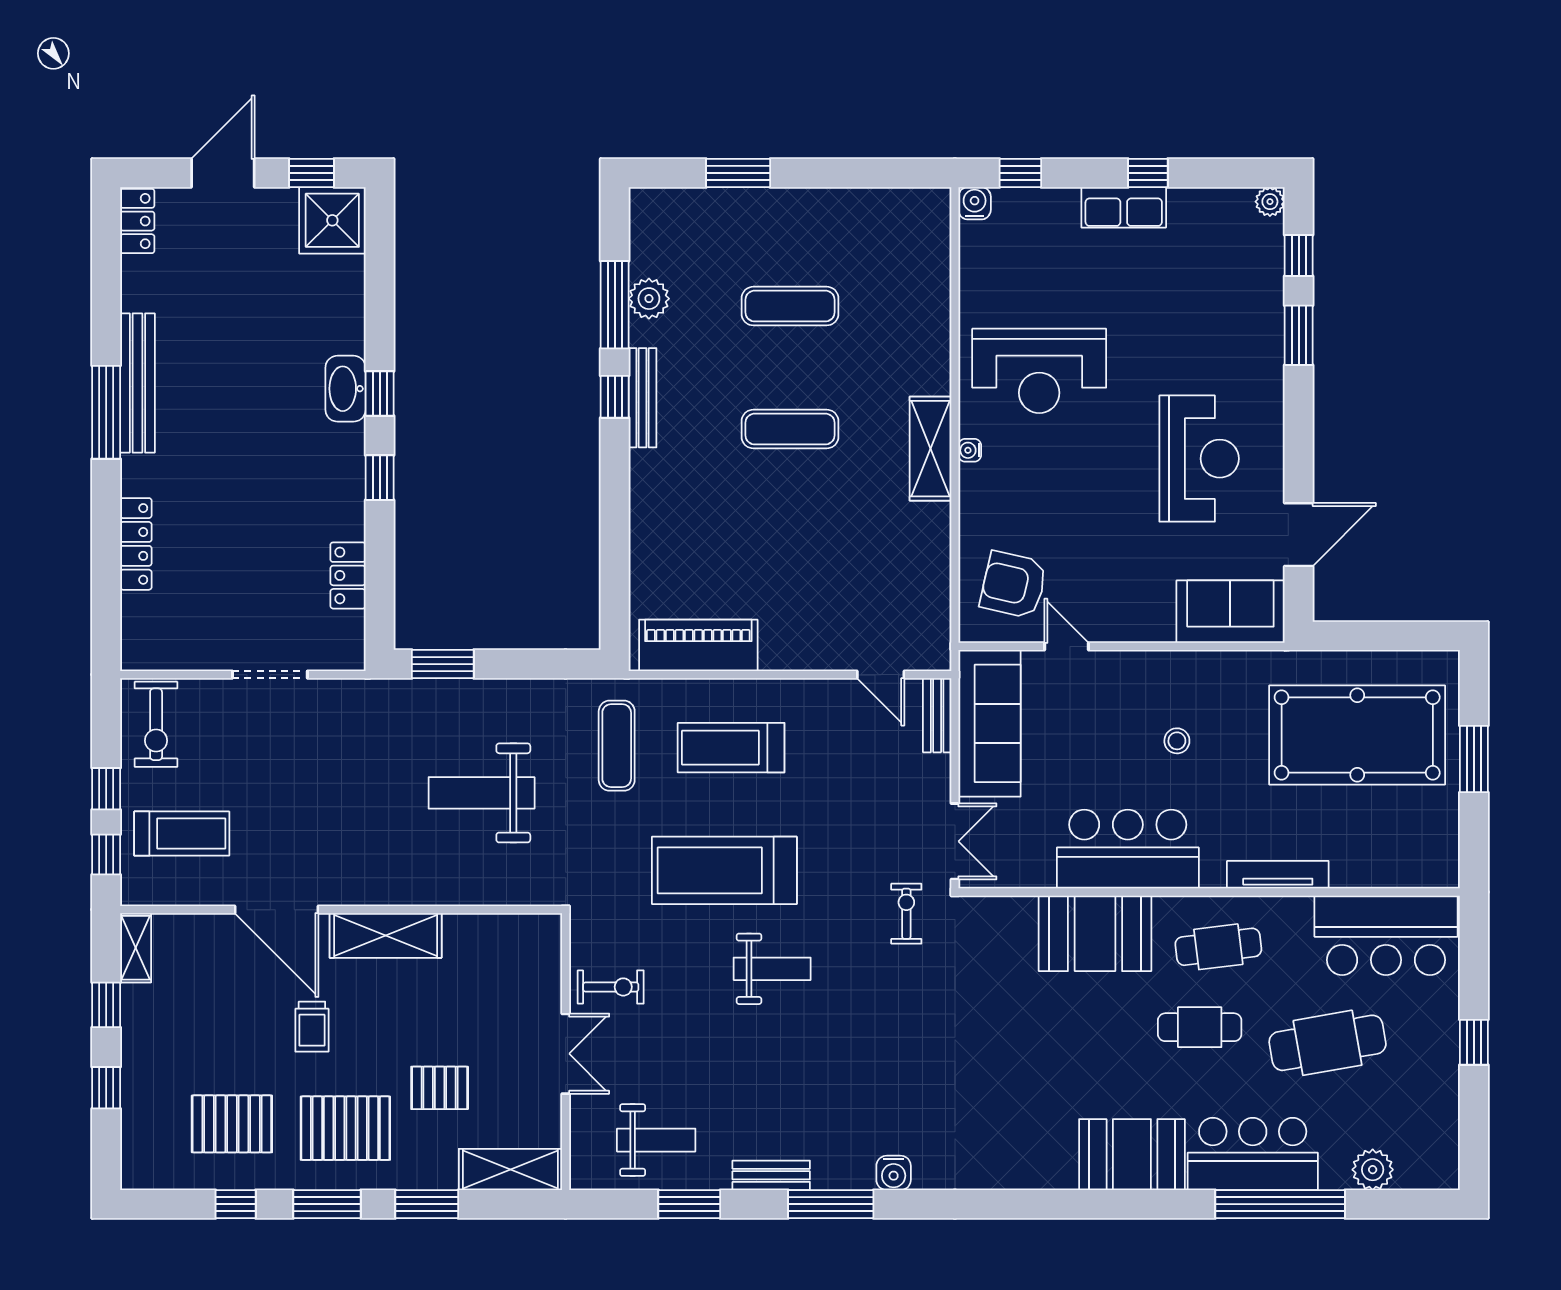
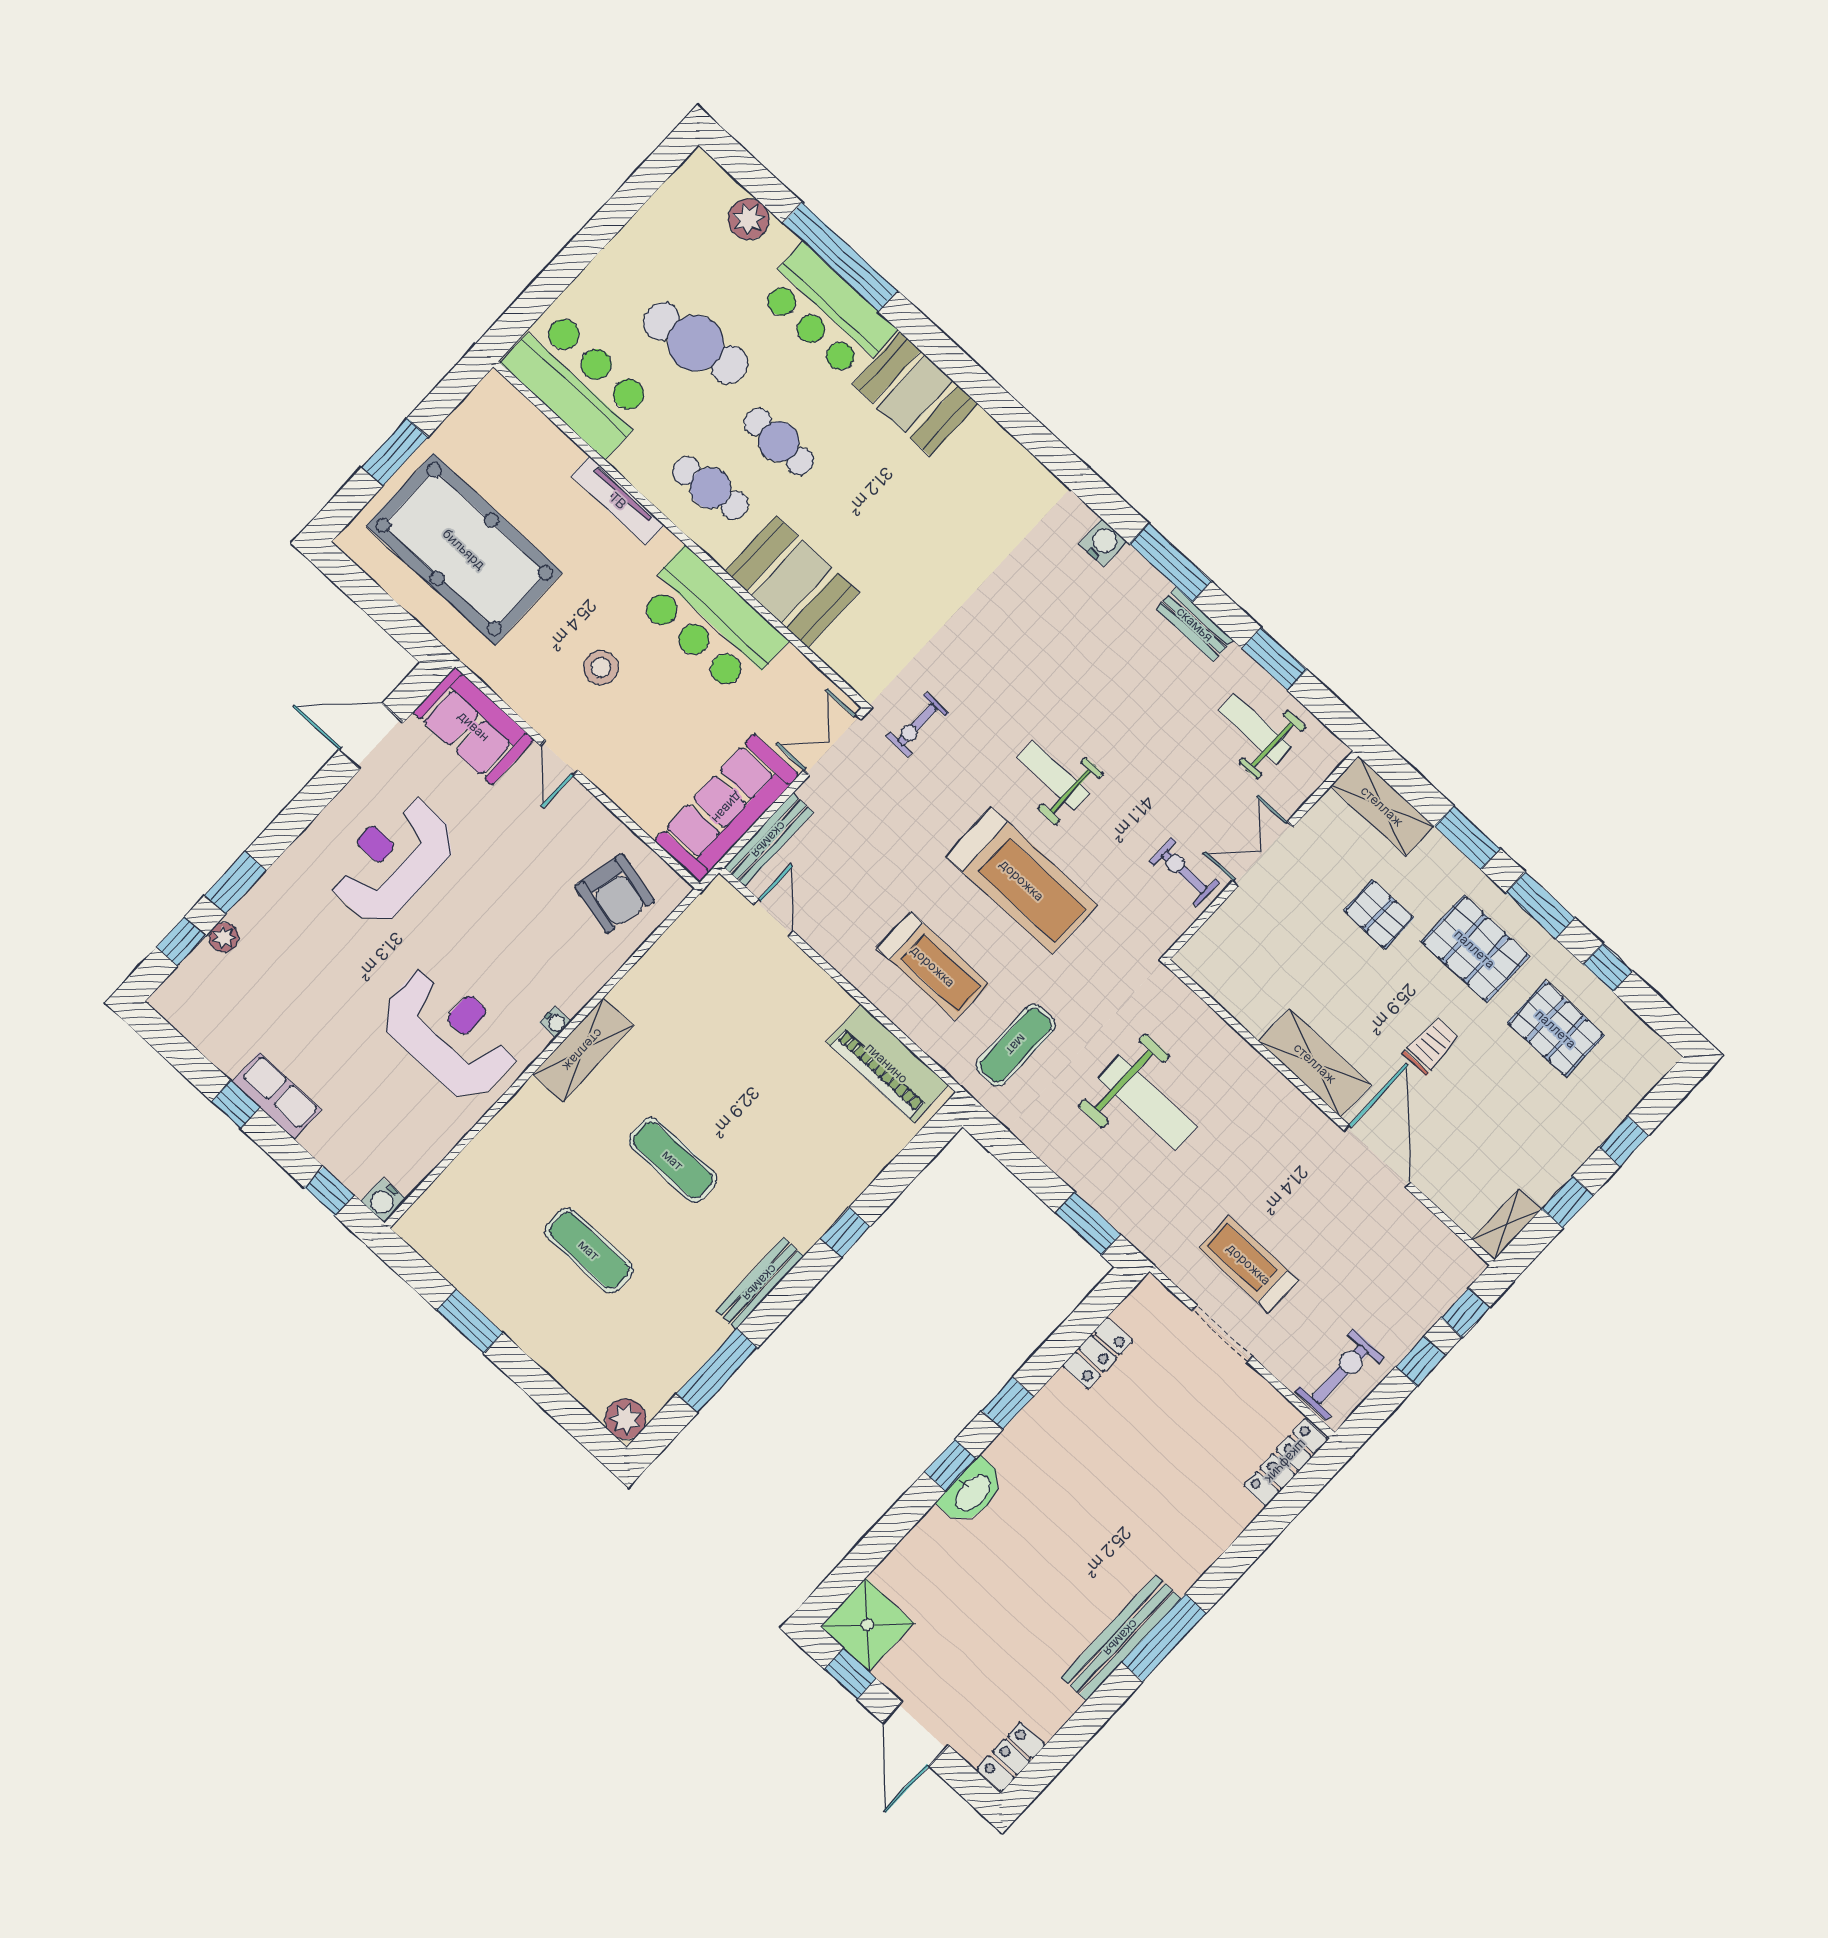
door: (223, 173) -> (915, 1734), hinge flipped
window: (738, 173) -> (470, 1321), moved
plant: (1270, 202) -> (224, 937), moved
plant: (649, 299) -> (626, 1419), moved
window: (615, 397) -> (845, 1232), moved
locker: (136, 544) -> (1286, 1462), moved
door: (1066, 646) -> (559, 758), moved
bench: (937, 715) -> (769, 840), width x1.36
stool: (1177, 741) -> (601, 668), width x1.37, depth x1.37
treadmill: (182, 834) -> (1249, 1264), moved
window: (1474, 1042) -> (588, 244), removed

